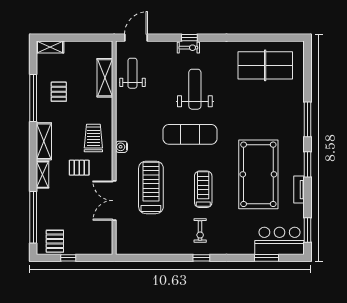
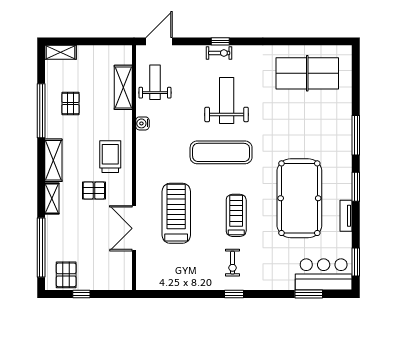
water cooler: (122, 147) -> (142, 123), moved

